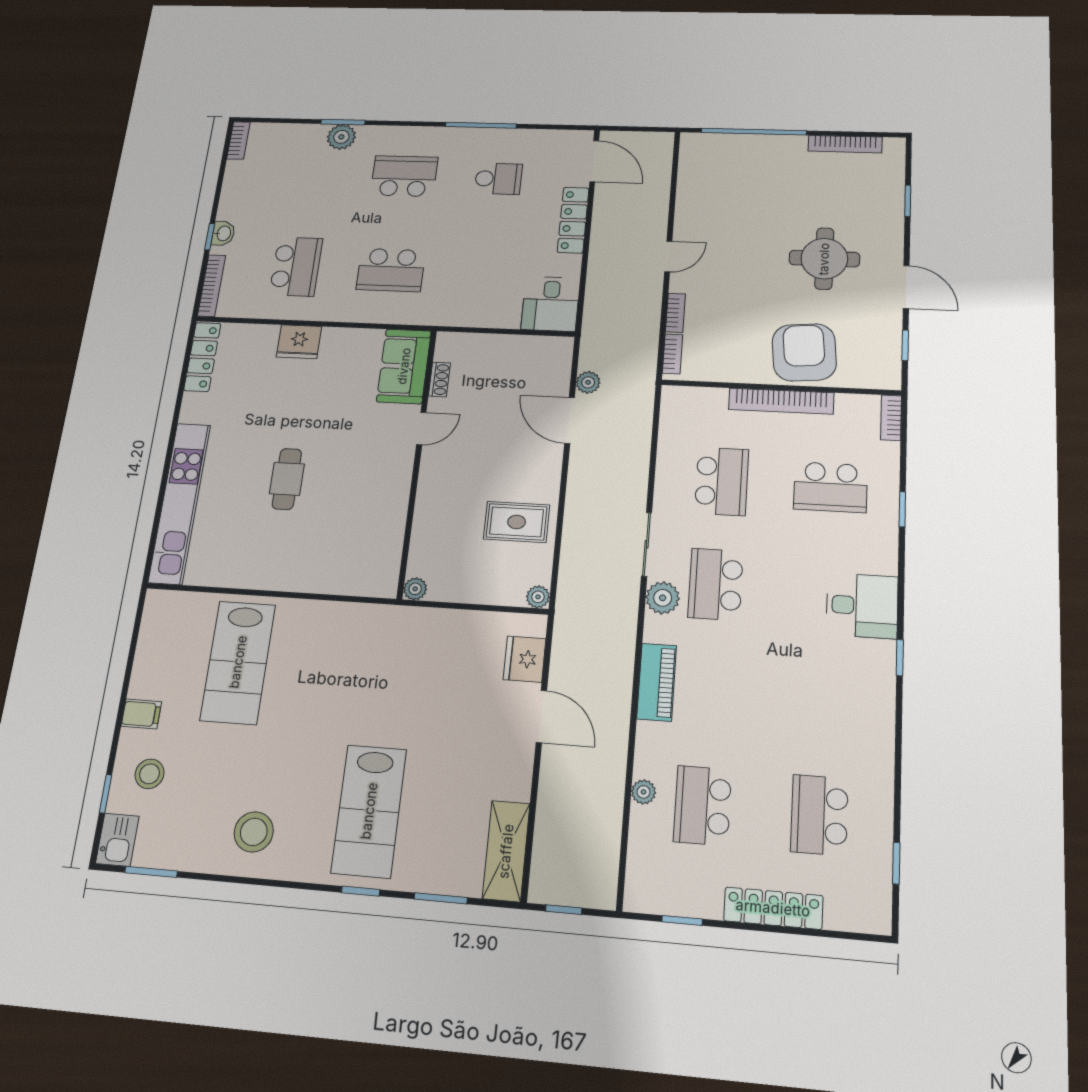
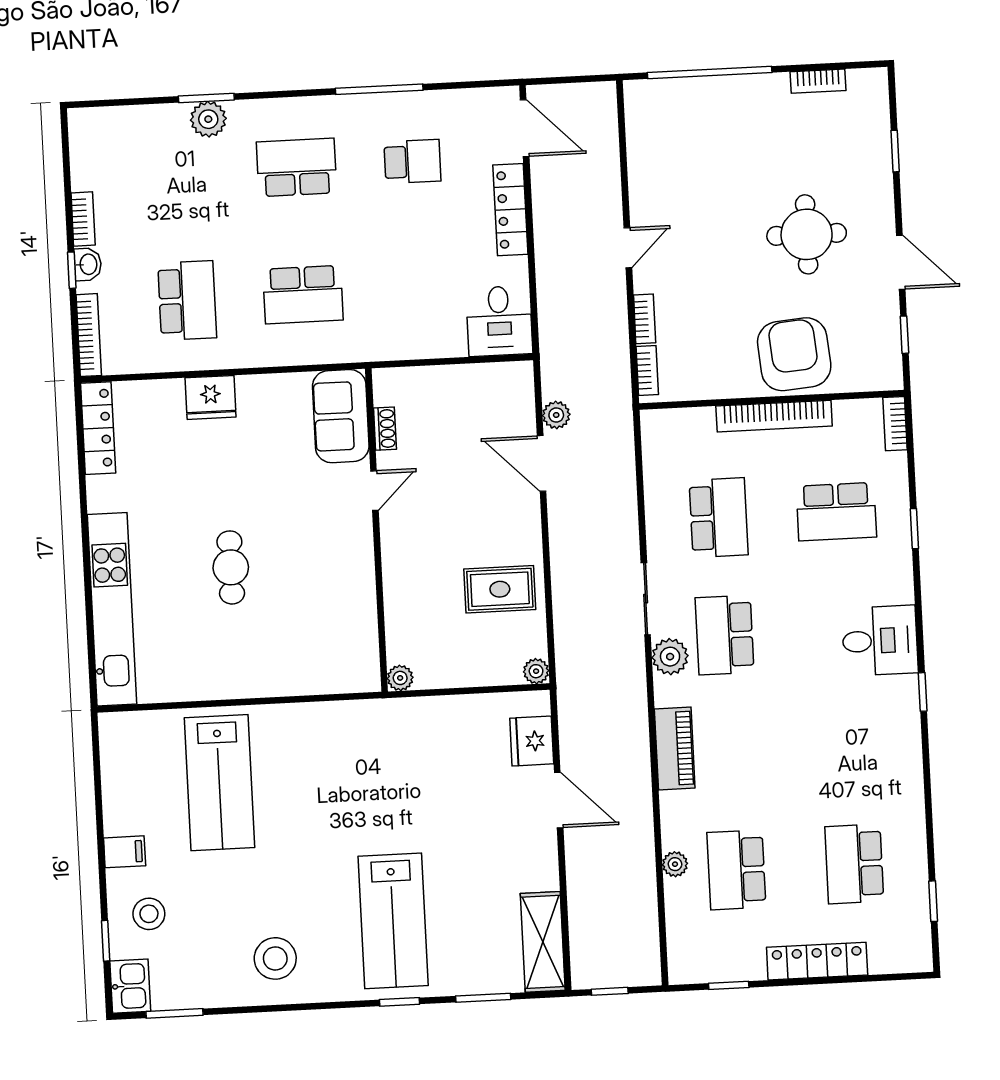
bookcase: (239, 141) -> (83, 219), moved
bookcase: (845, 144) -> (818, 81), width x0.64

